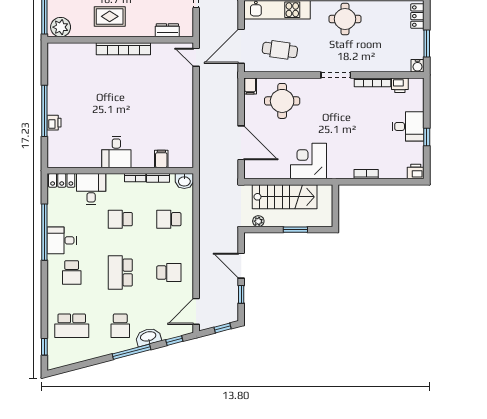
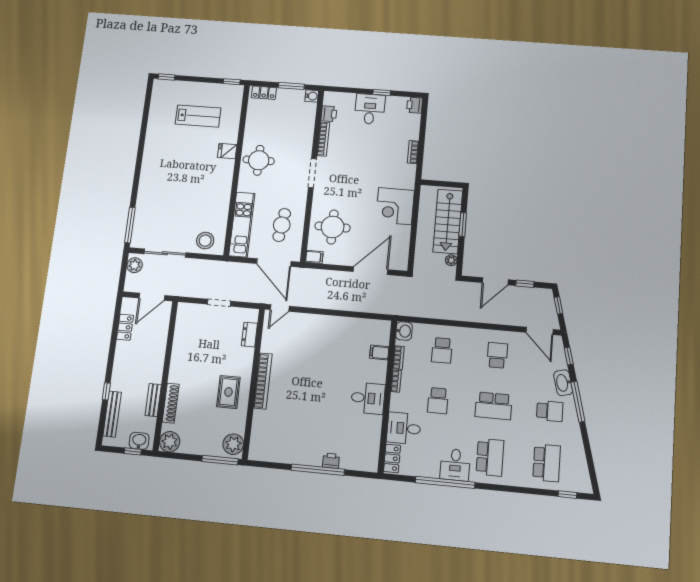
stairs: (285, 197) -> (448, 221), moved, turned 180
school desk: (72, 272) -> (490, 457), width x1.85

